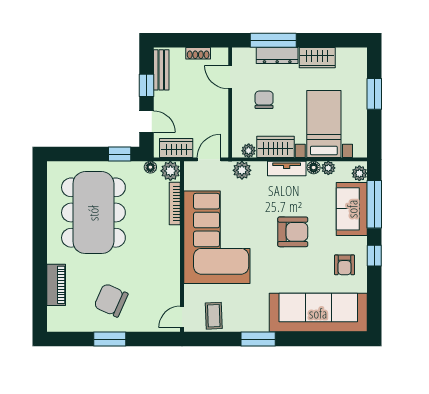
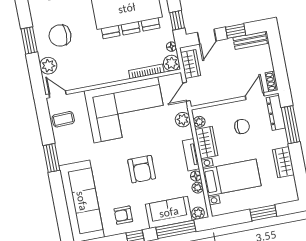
shoe rack: (198, 53) -> (272, 81), moved
dresser: (277, 55) -> (276, 113), moved
door: (209, 159) -> (186, 92), swing flipped
chair: (111, 300) -> (60, 36), turned -114
plant: (145, 321) -> (48, 66), added

